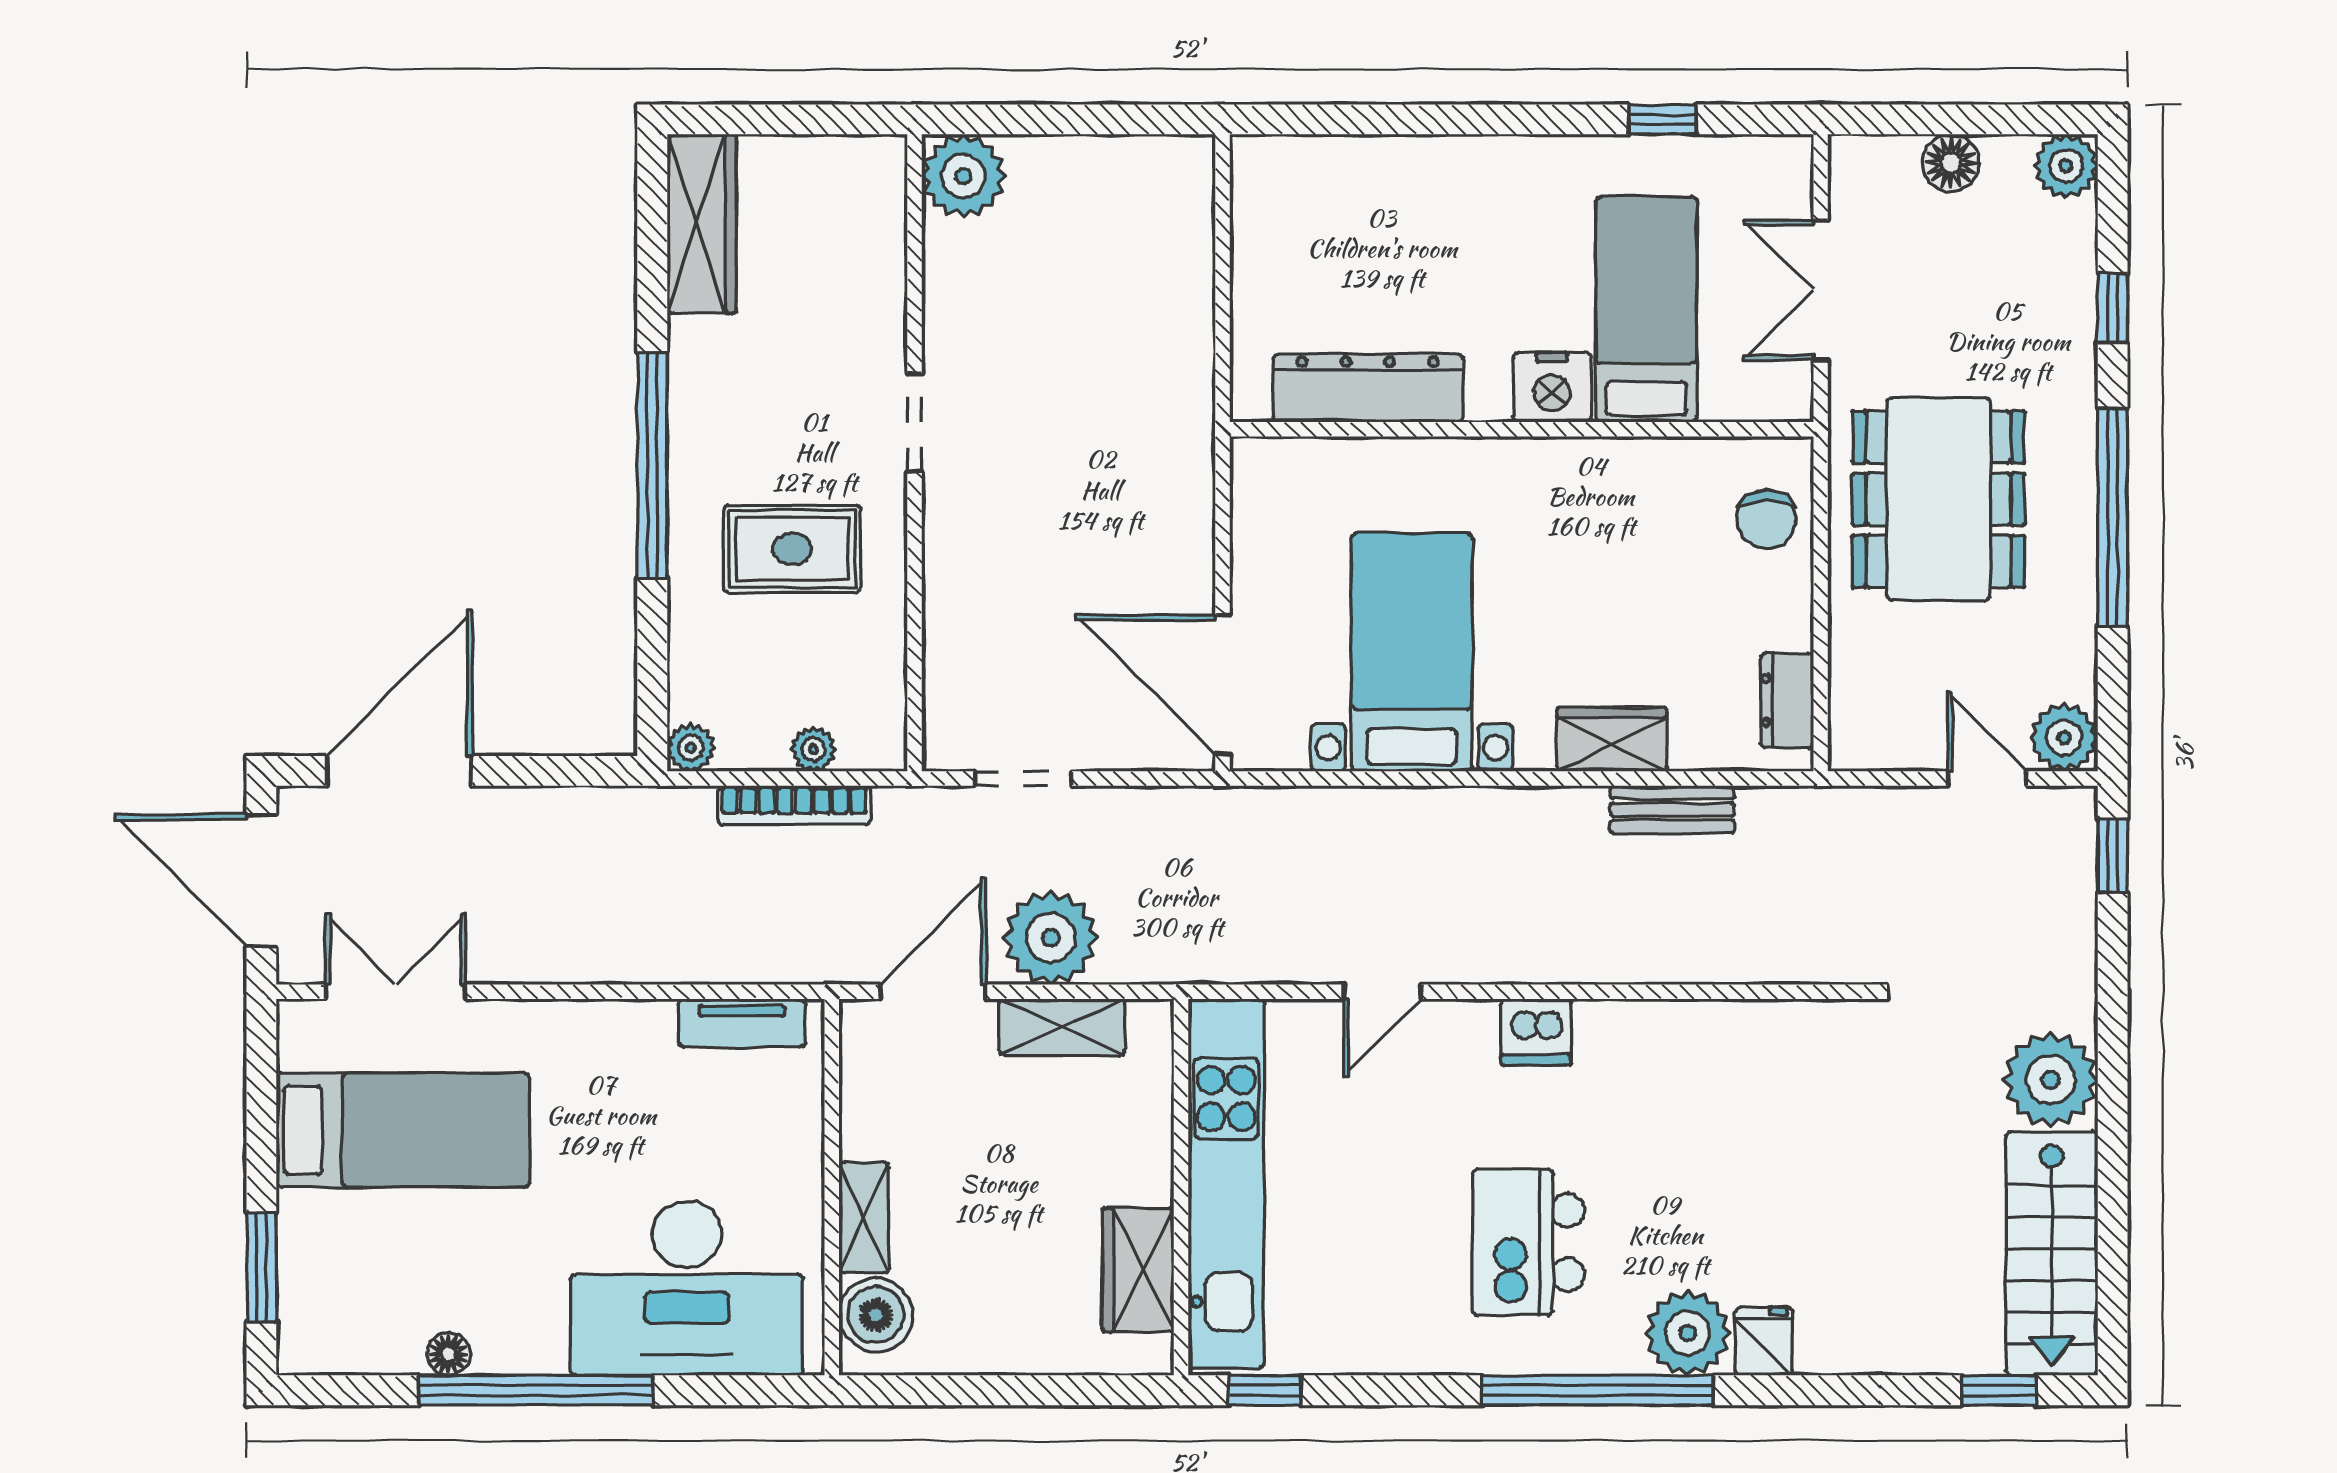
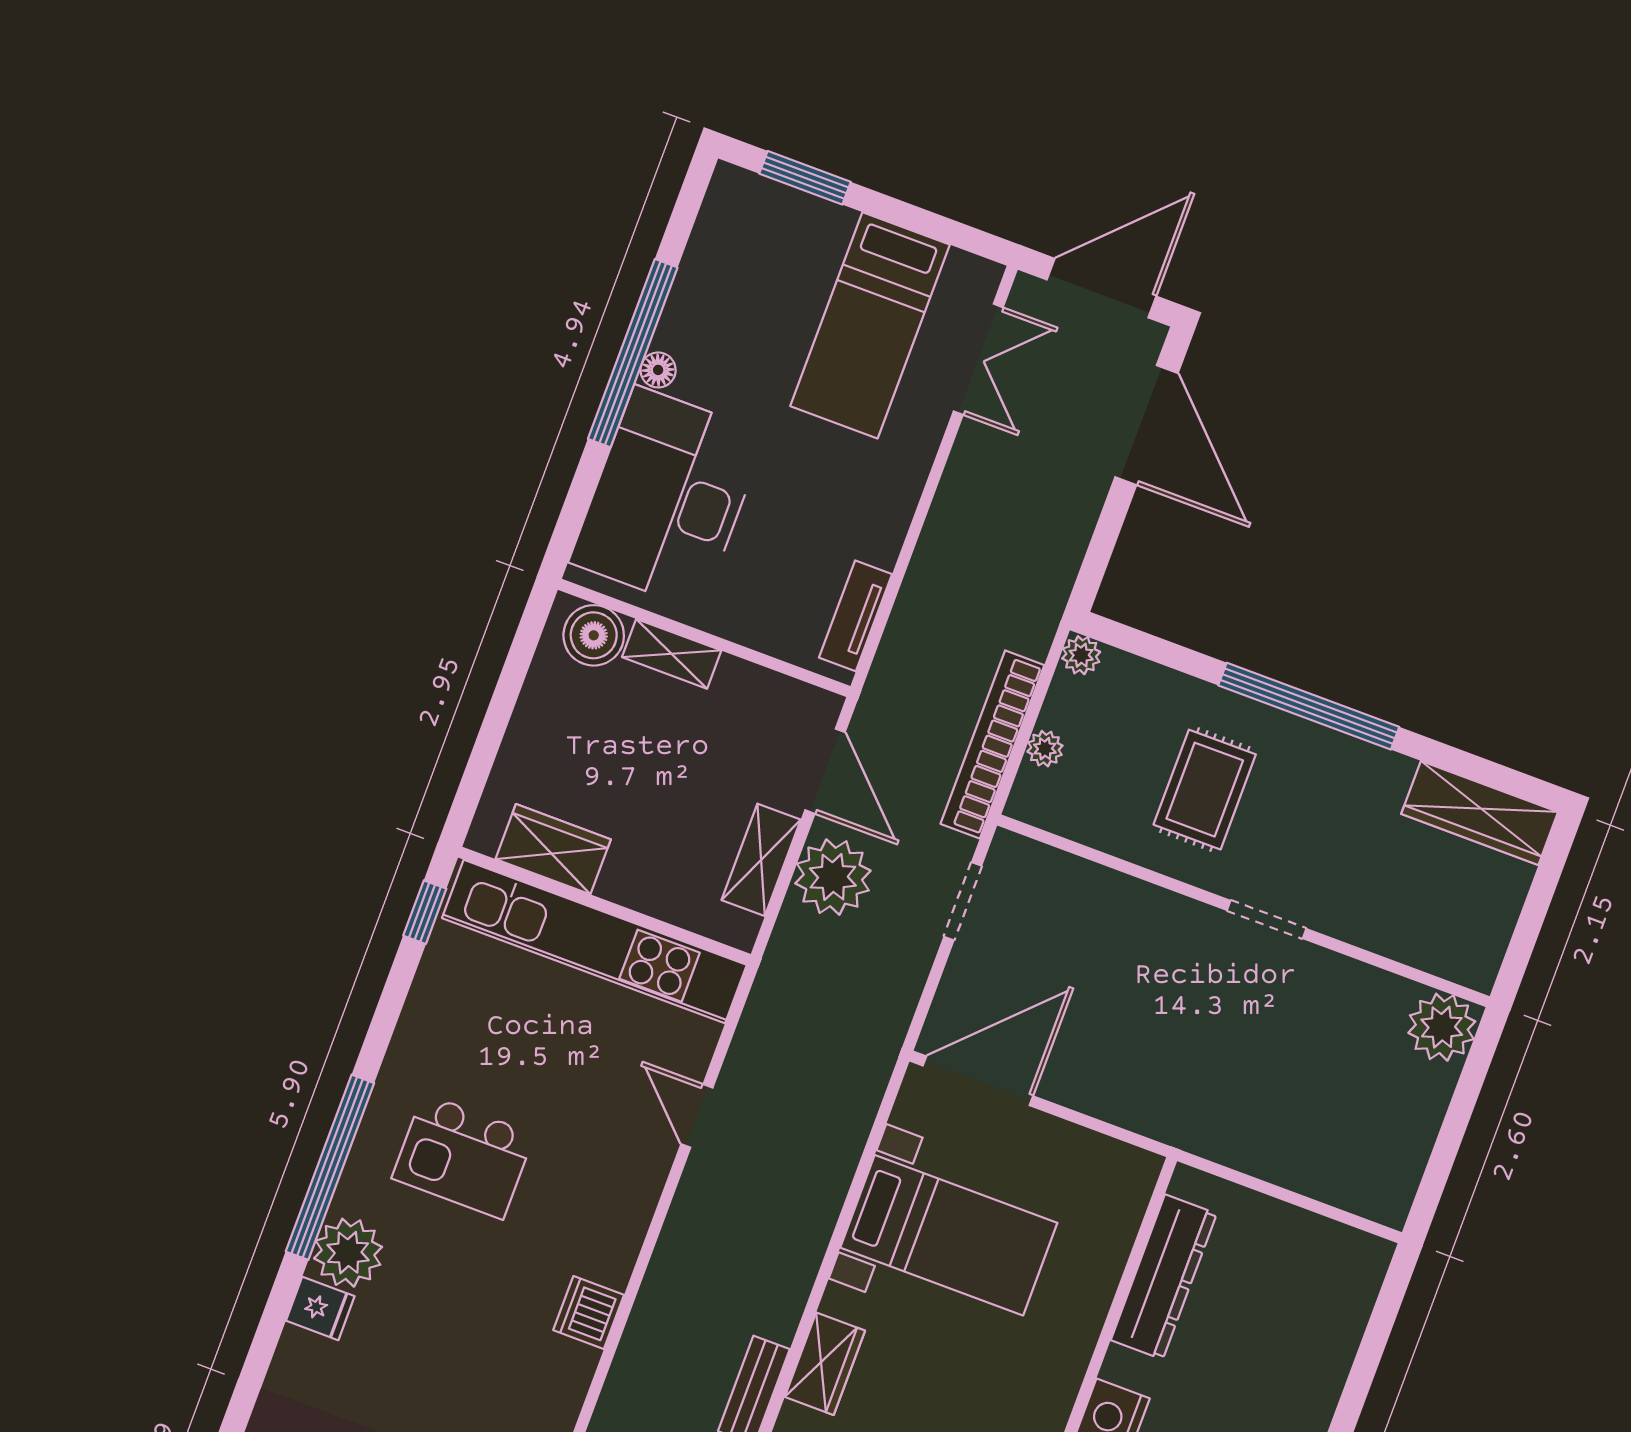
bookcase: (794, 805) -> (992, 744), width x1.48, depth x1.31
dishwasher: (1536, 1032) -> (589, 1313), moved
kitchen island: (1528, 1242) -> (463, 1156), turned 180
floor lamp: (449, 1354) -> (658, 370), moved

